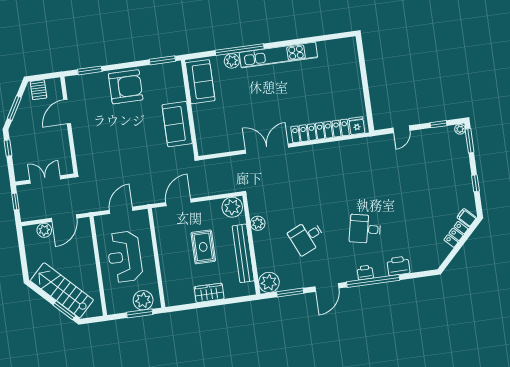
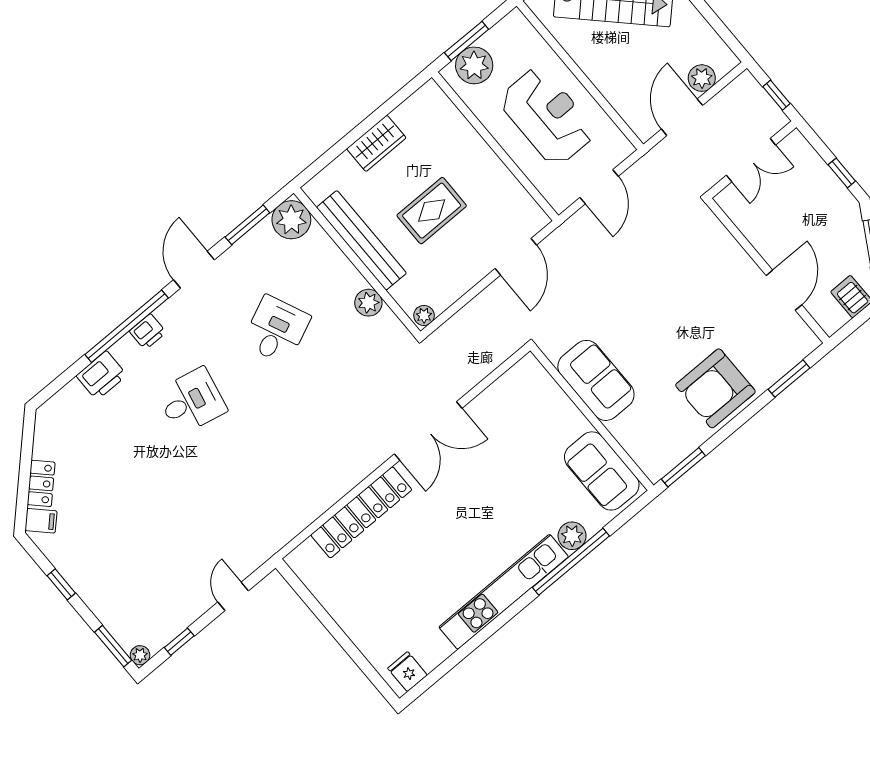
fridge: (357, 126) -> (407, 672), moved, turned 180
plant: (232, 207) -> (424, 315), width x0.53, depth x0.53
rug: (203, 247) -> (432, 211), turned 90

